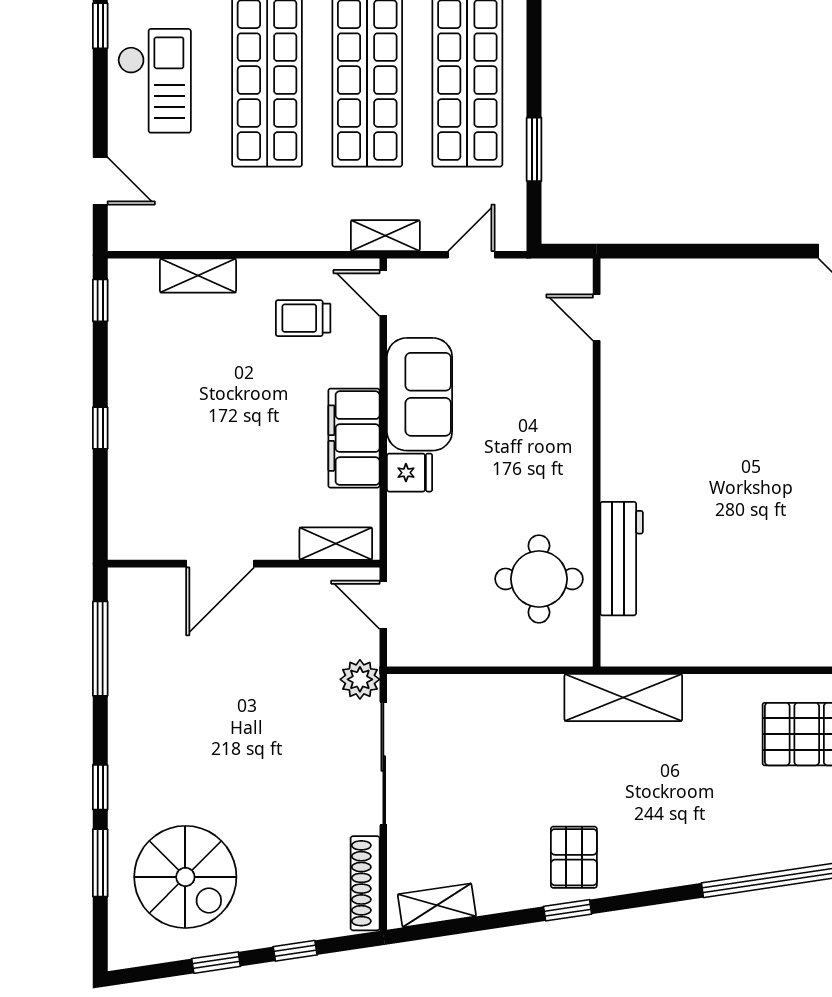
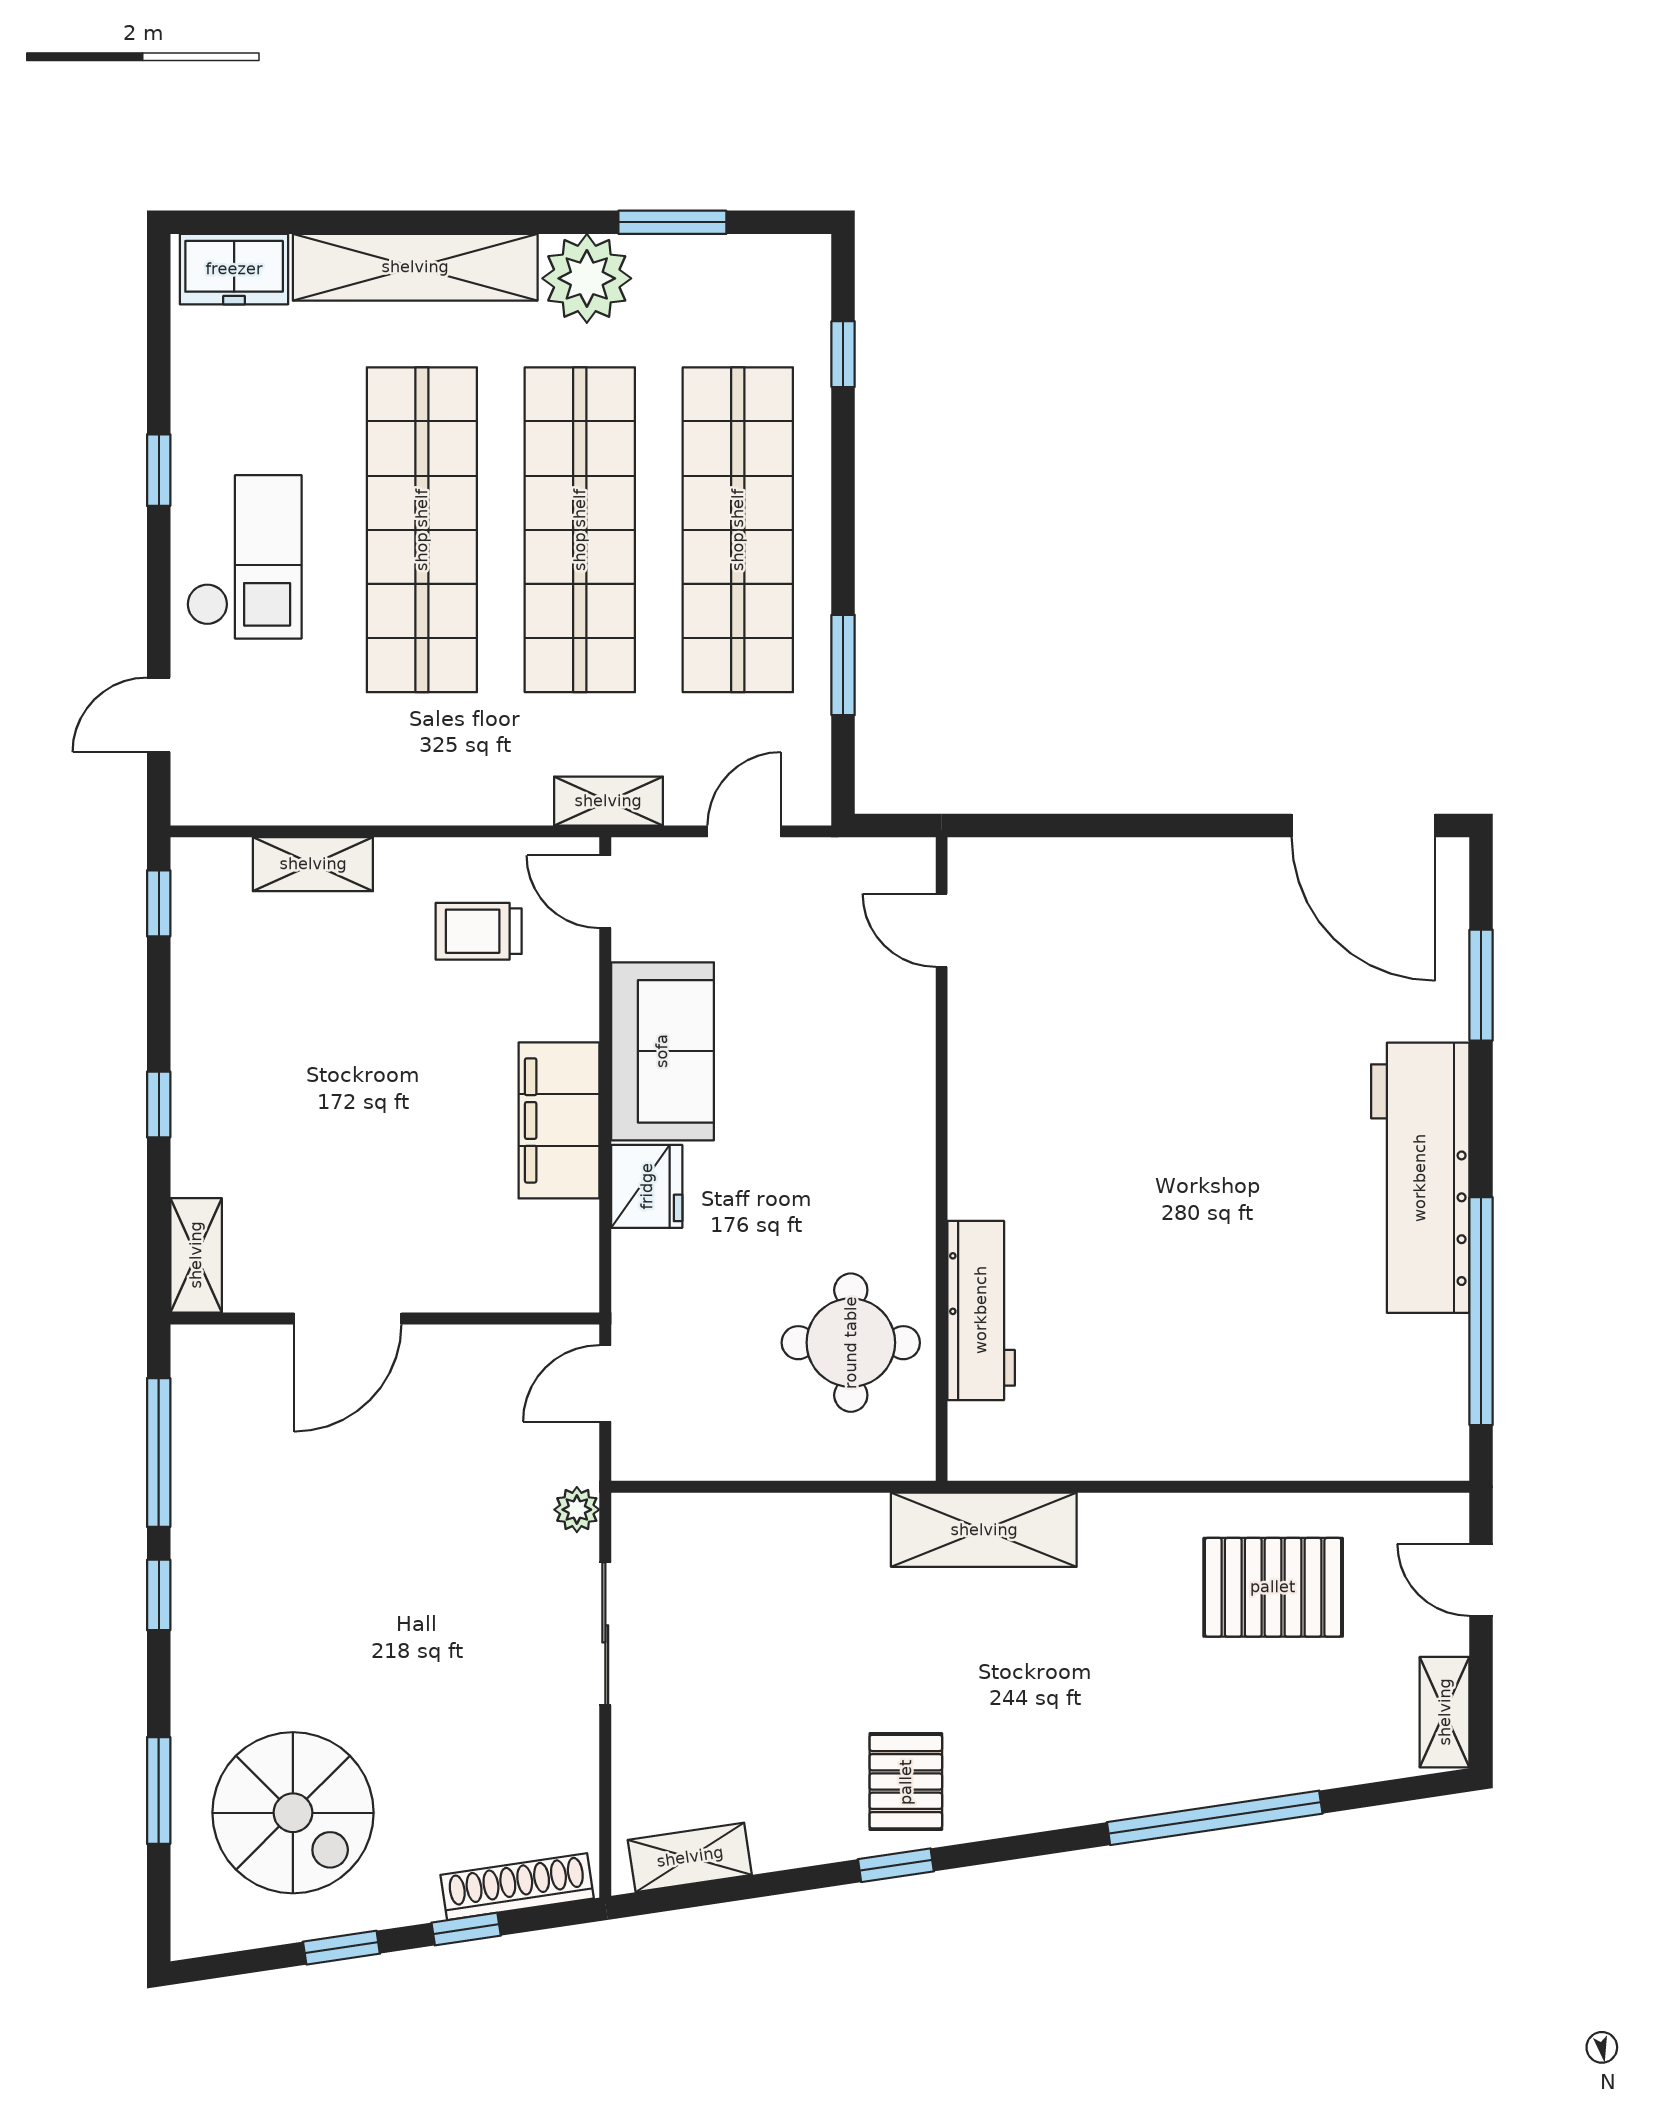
door: (100, 181) -> (159, 715), swing flipped
fridge: (410, 473) -> (647, 1186), width x1.38
shelving: (336, 544) -> (196, 1255), moved, turned 90
door: (383, 605) -> (605, 1383), hinge flipped
plant: (360, 679) -> (577, 1510), width x0.73, depth x0.73
sliding door: (383, 764) -> (605, 1634), width x0.73
window: (100, 787) -> (159, 1595), moved
shoe rack: (365, 883) -> (517, 1887), moved, turned 82

